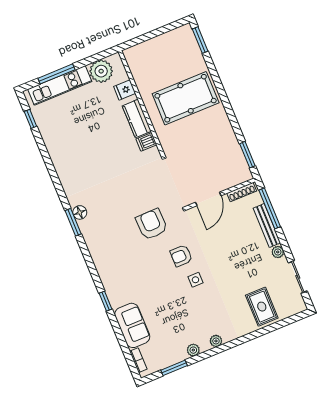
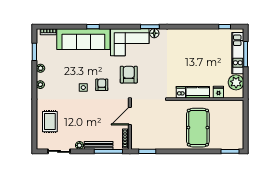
door: (208, 199) -> (130, 116), hinge flipped
armchair: (152, 224) -> (129, 75), turned -89
corner sofa: (106, 241) -> (130, 42), added
rug: (262, 307) -> (50, 122), turned 90
sofa: (132, 325) -> (83, 39), width x1.85, depth x1.27

